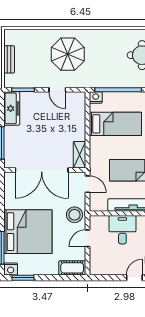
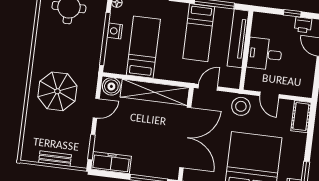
nightstand: (96, 97) -> (115, 31), moved
boiler: (78, 100) -> (111, 86), added
shelving: (79, 155) -> (155, 92), width x2.20, depth x1.33

